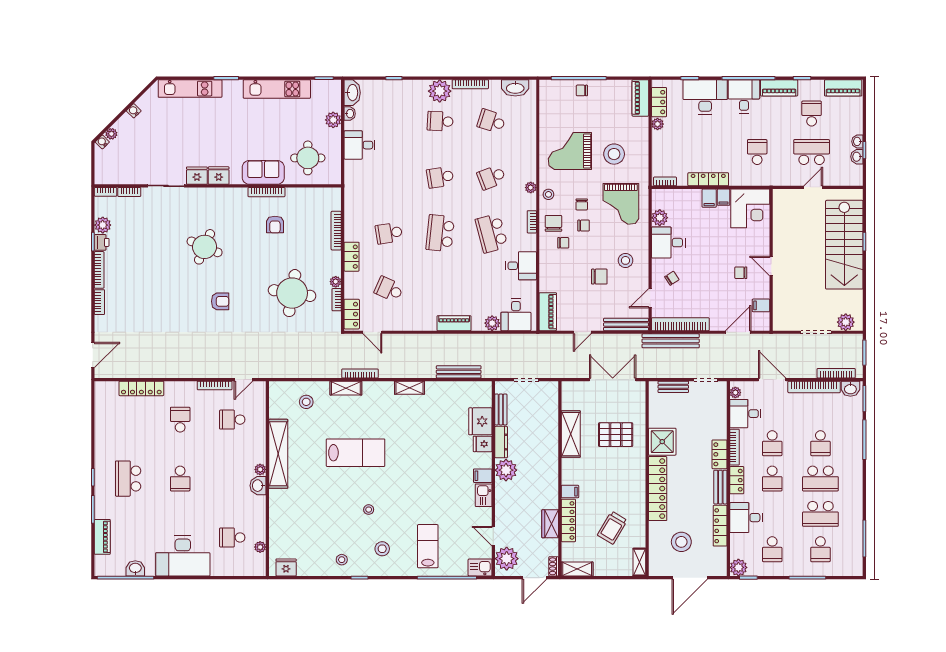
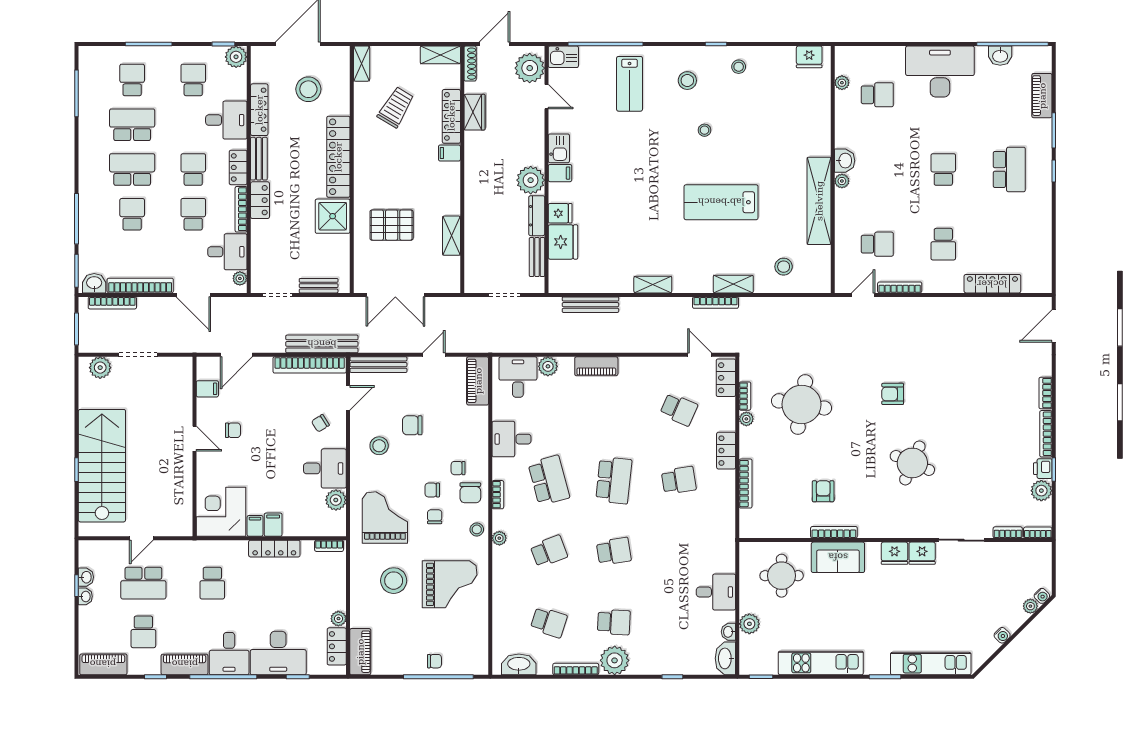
shelving: (571, 434) -> (451, 236), width x0.67, depth x0.75
shoe rack: (554, 566) -> (470, 64), width x1.43

